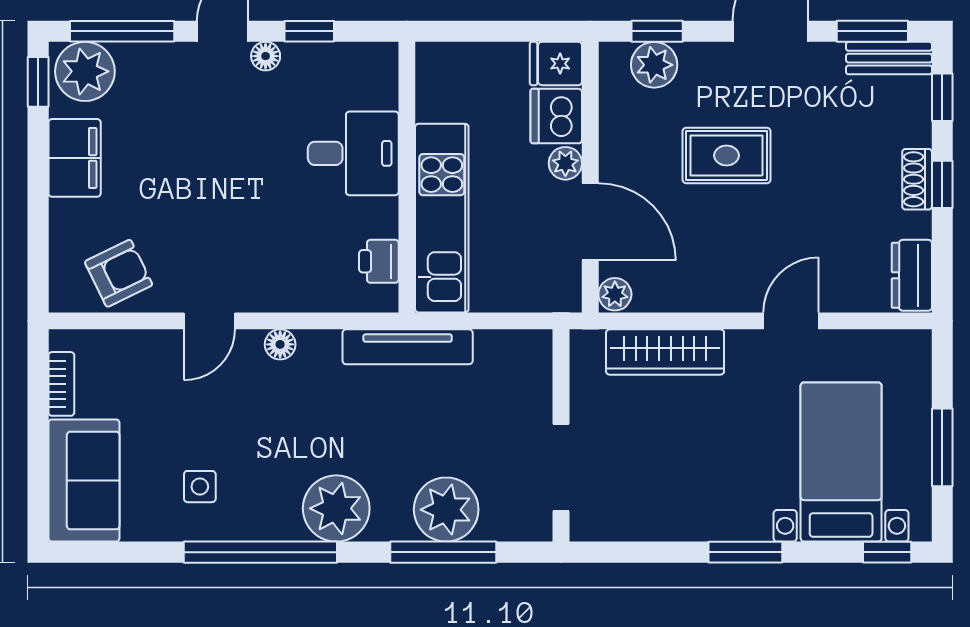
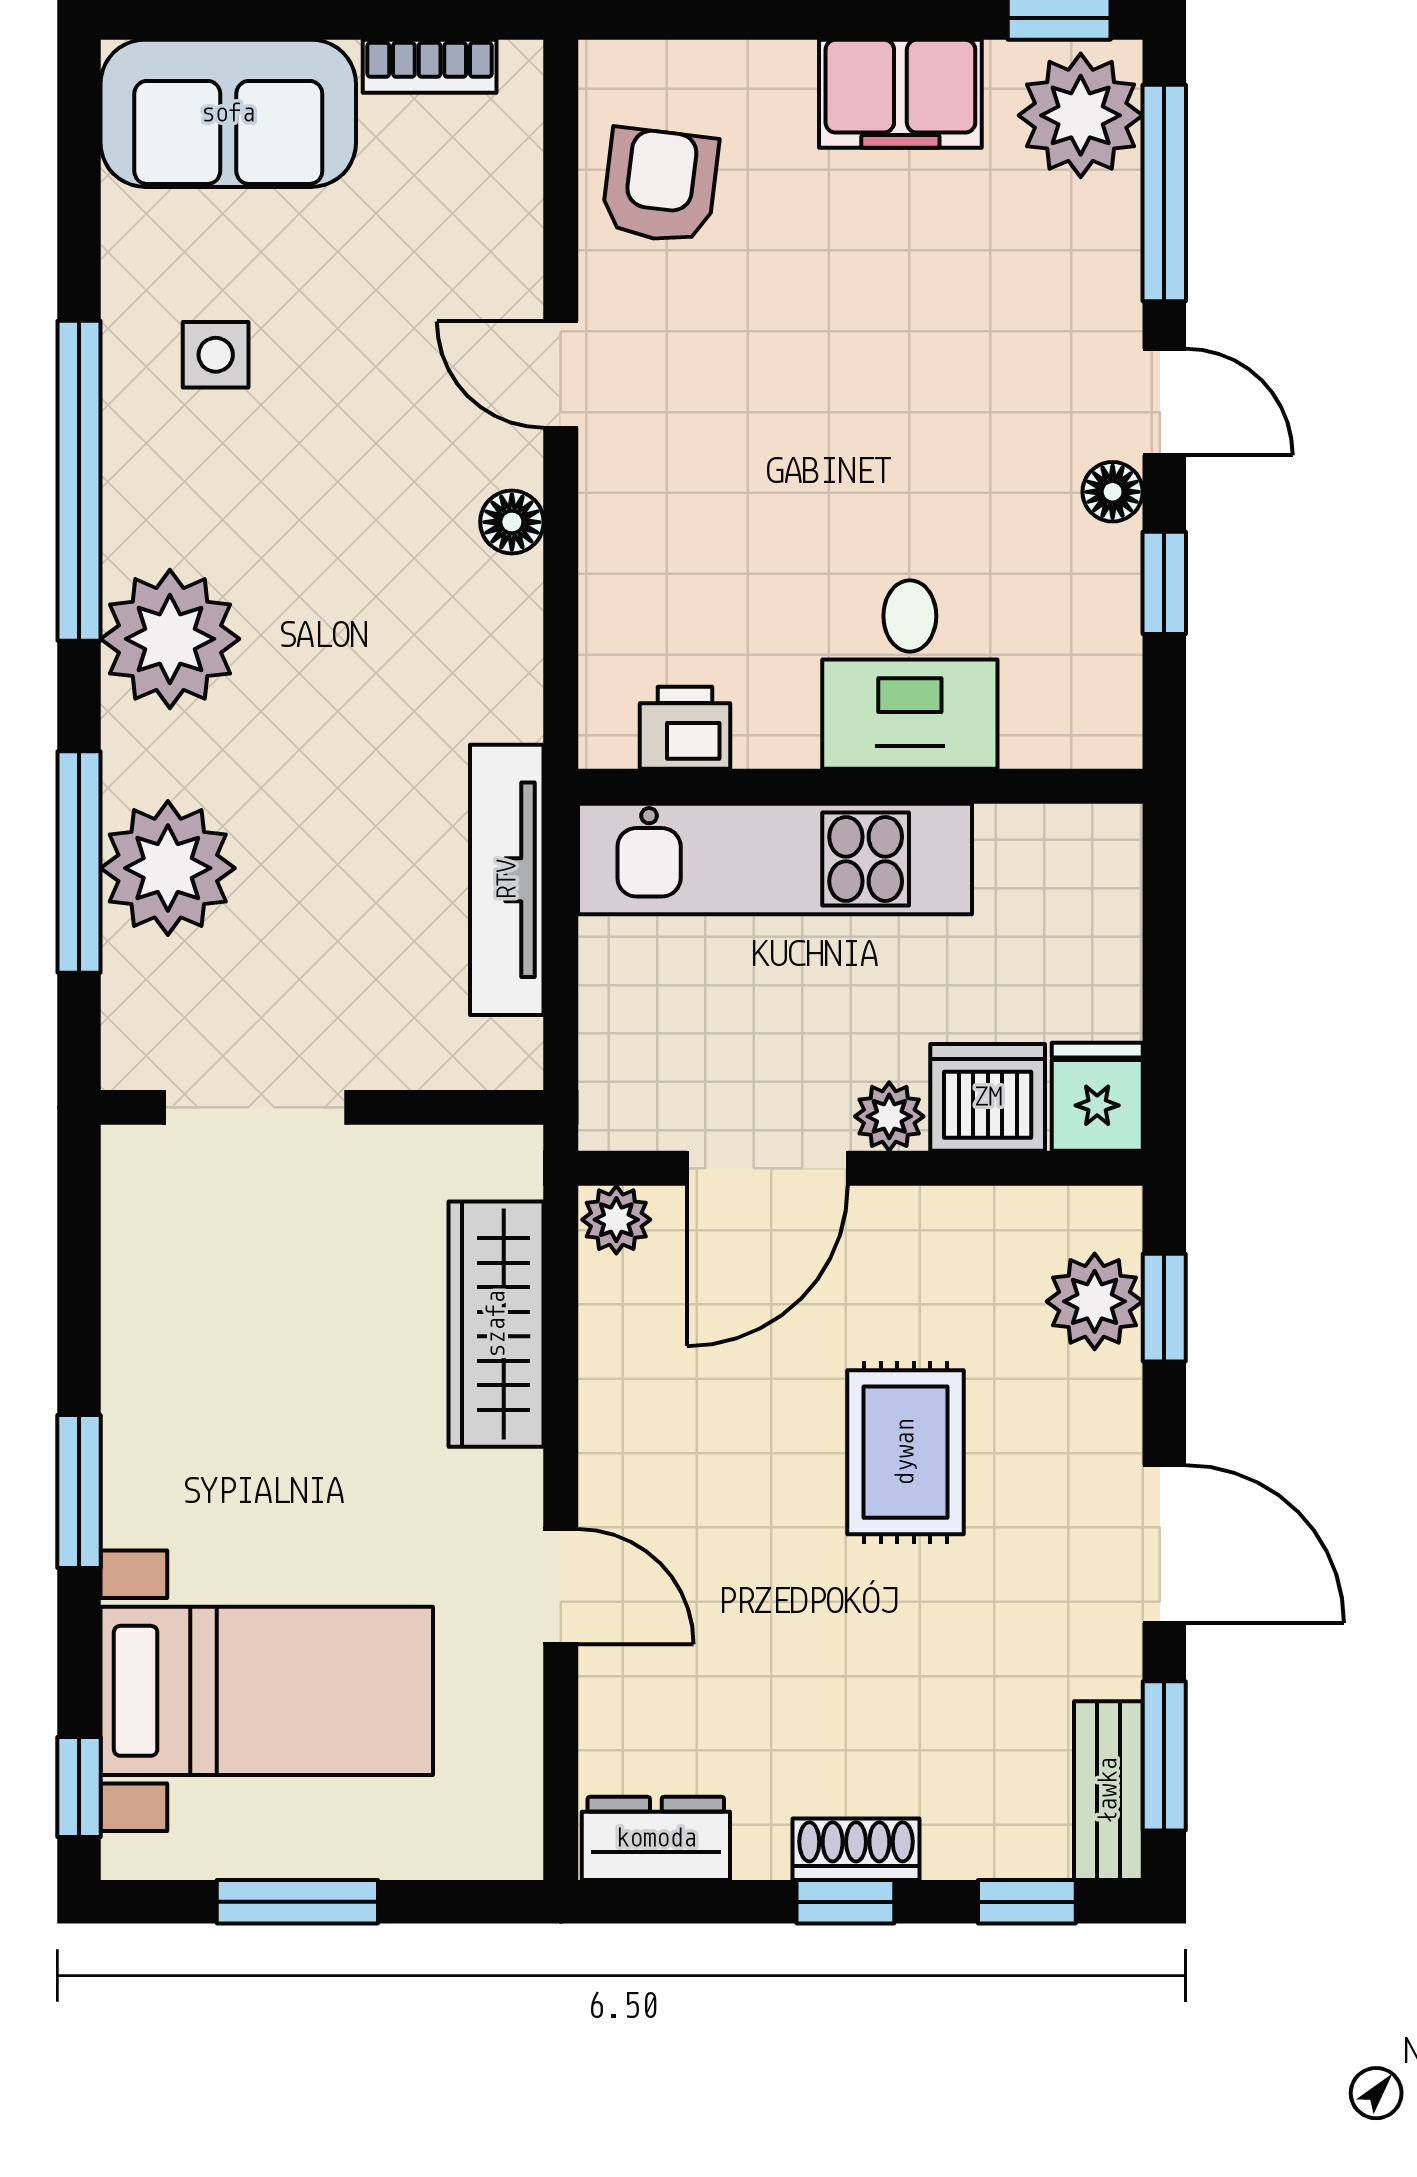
armchair: (119, 273) -> (660, 185), turned -147
tv unit: (408, 347) -> (507, 880), moved

